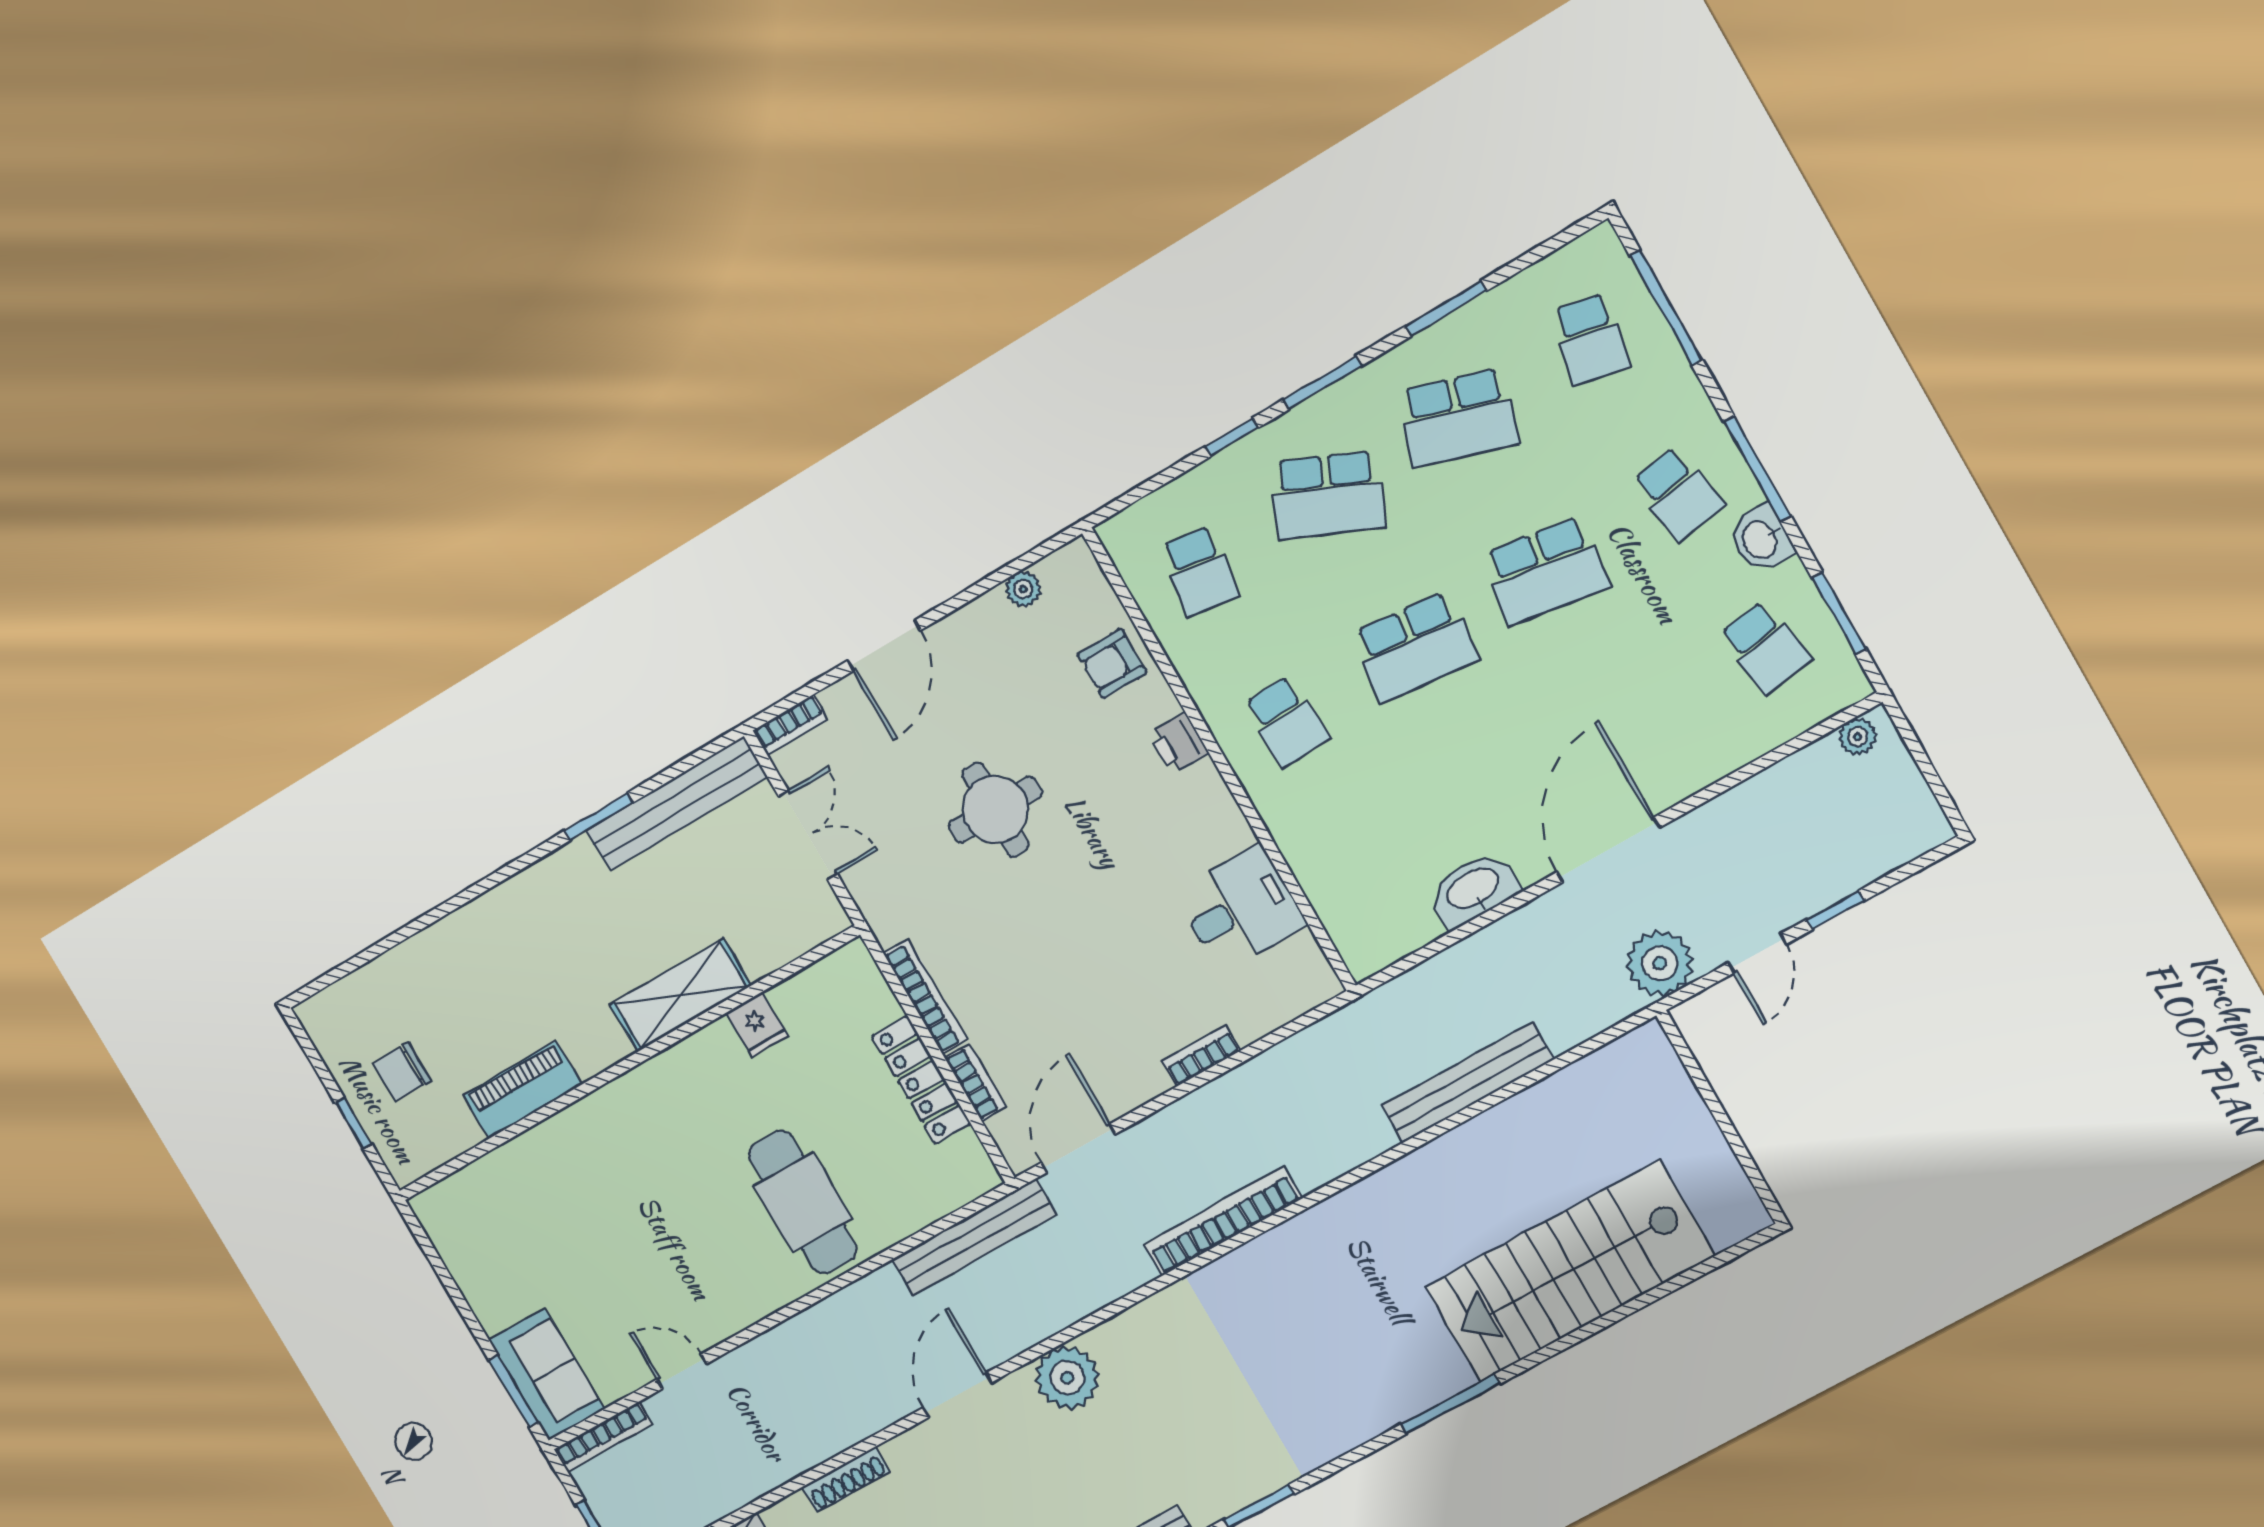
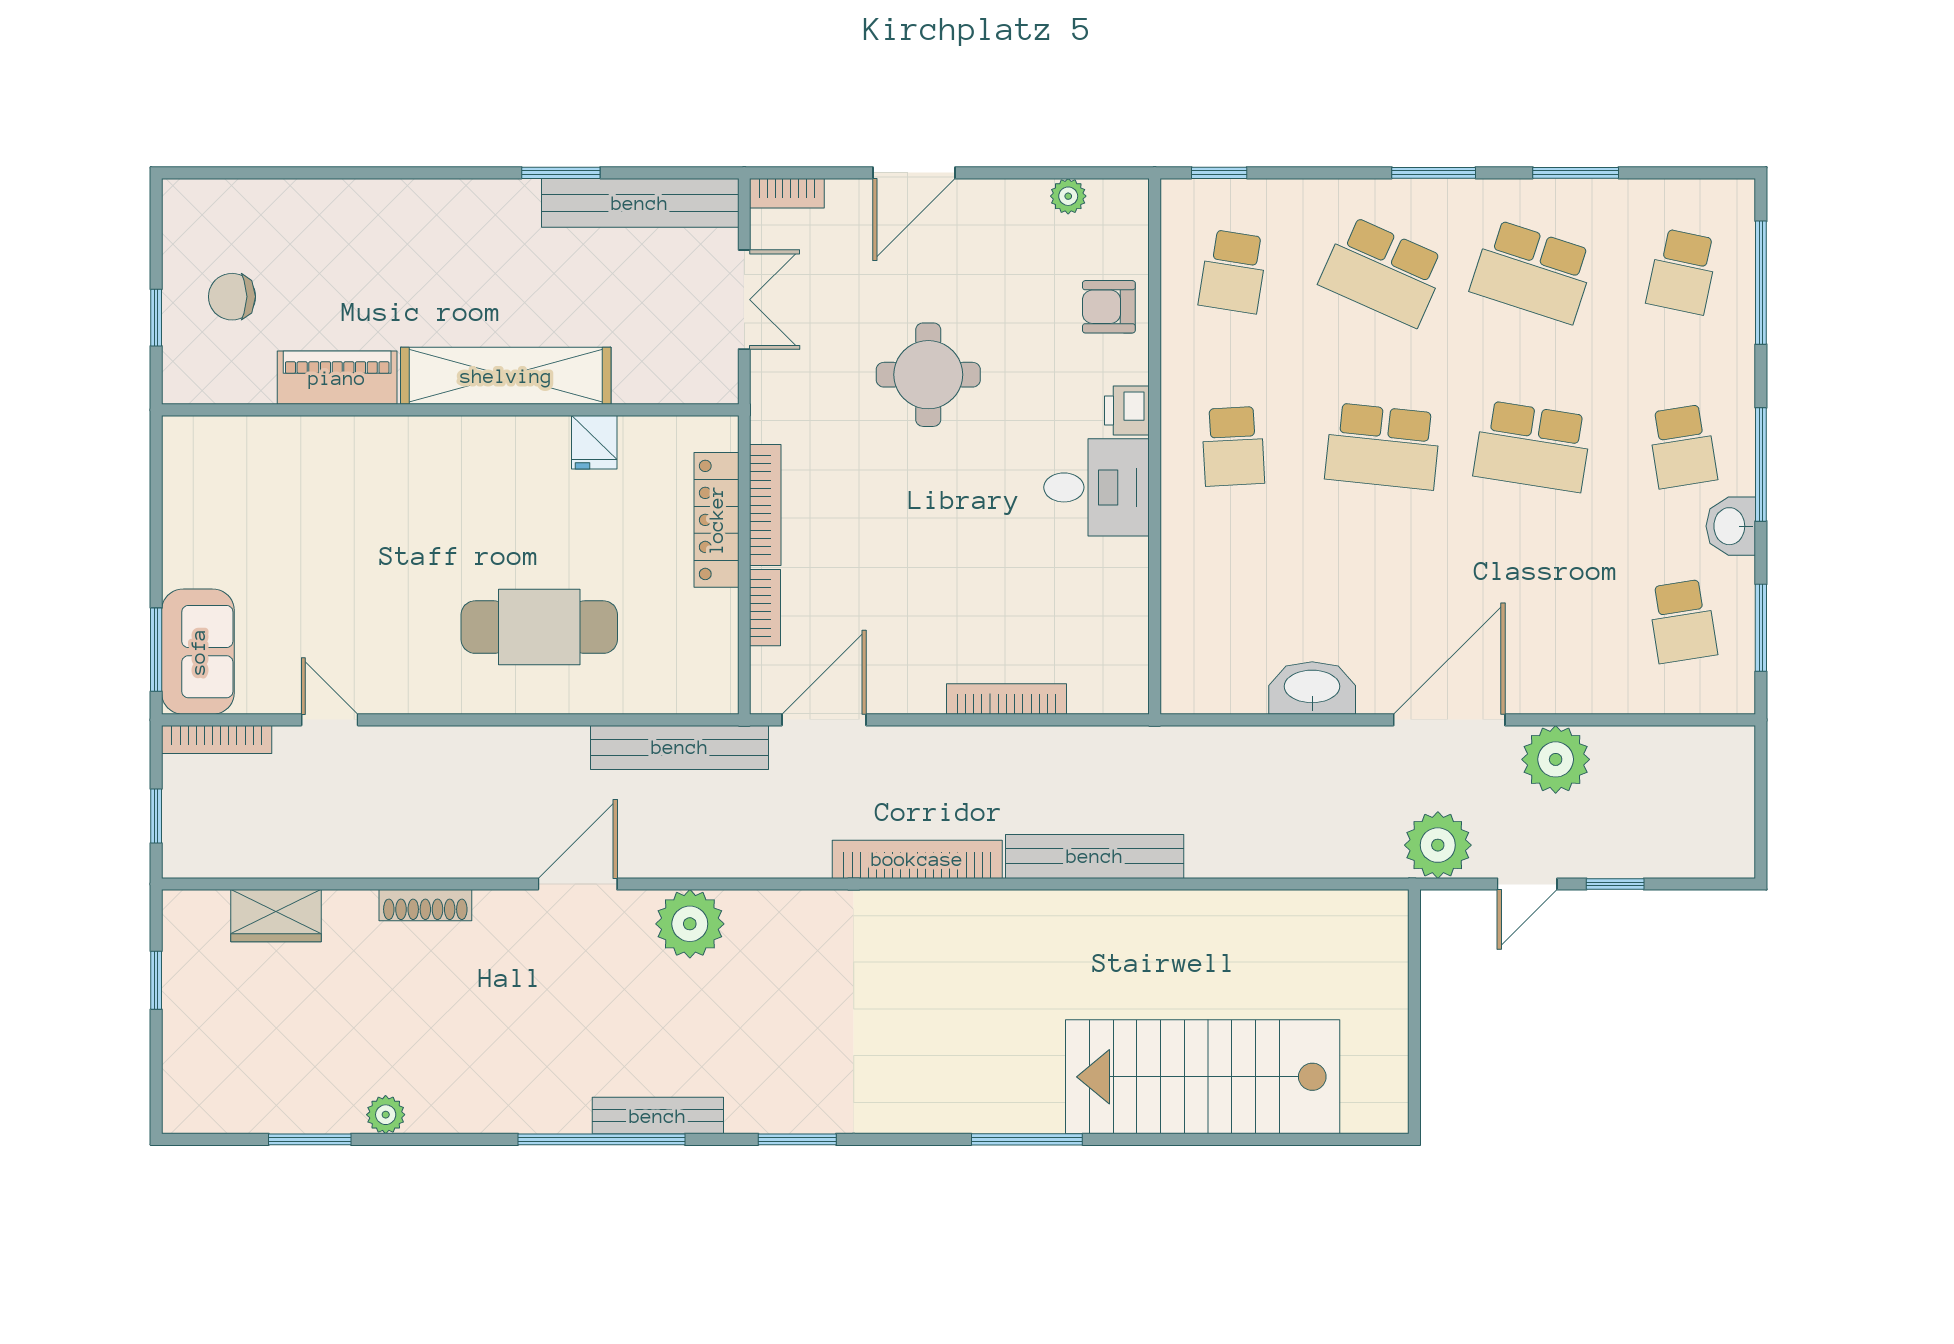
window: (1232, 437) -> (1219, 173), moved
plant: (1858, 737) -> (1556, 759), moved, width x1.88, depth x1.88
desk: (1240, 908) -> (1097, 487), moved
shelving: (681, 995) -> (506, 376), width x1.47
bookcase: (1201, 1056) -> (1007, 699), width x1.56
locker: (921, 1080) -> (716, 520), moved
bench: (1468, 1082) -> (1095, 856), moved
cafe table: (803, 1202) -> (539, 627), turned 90

